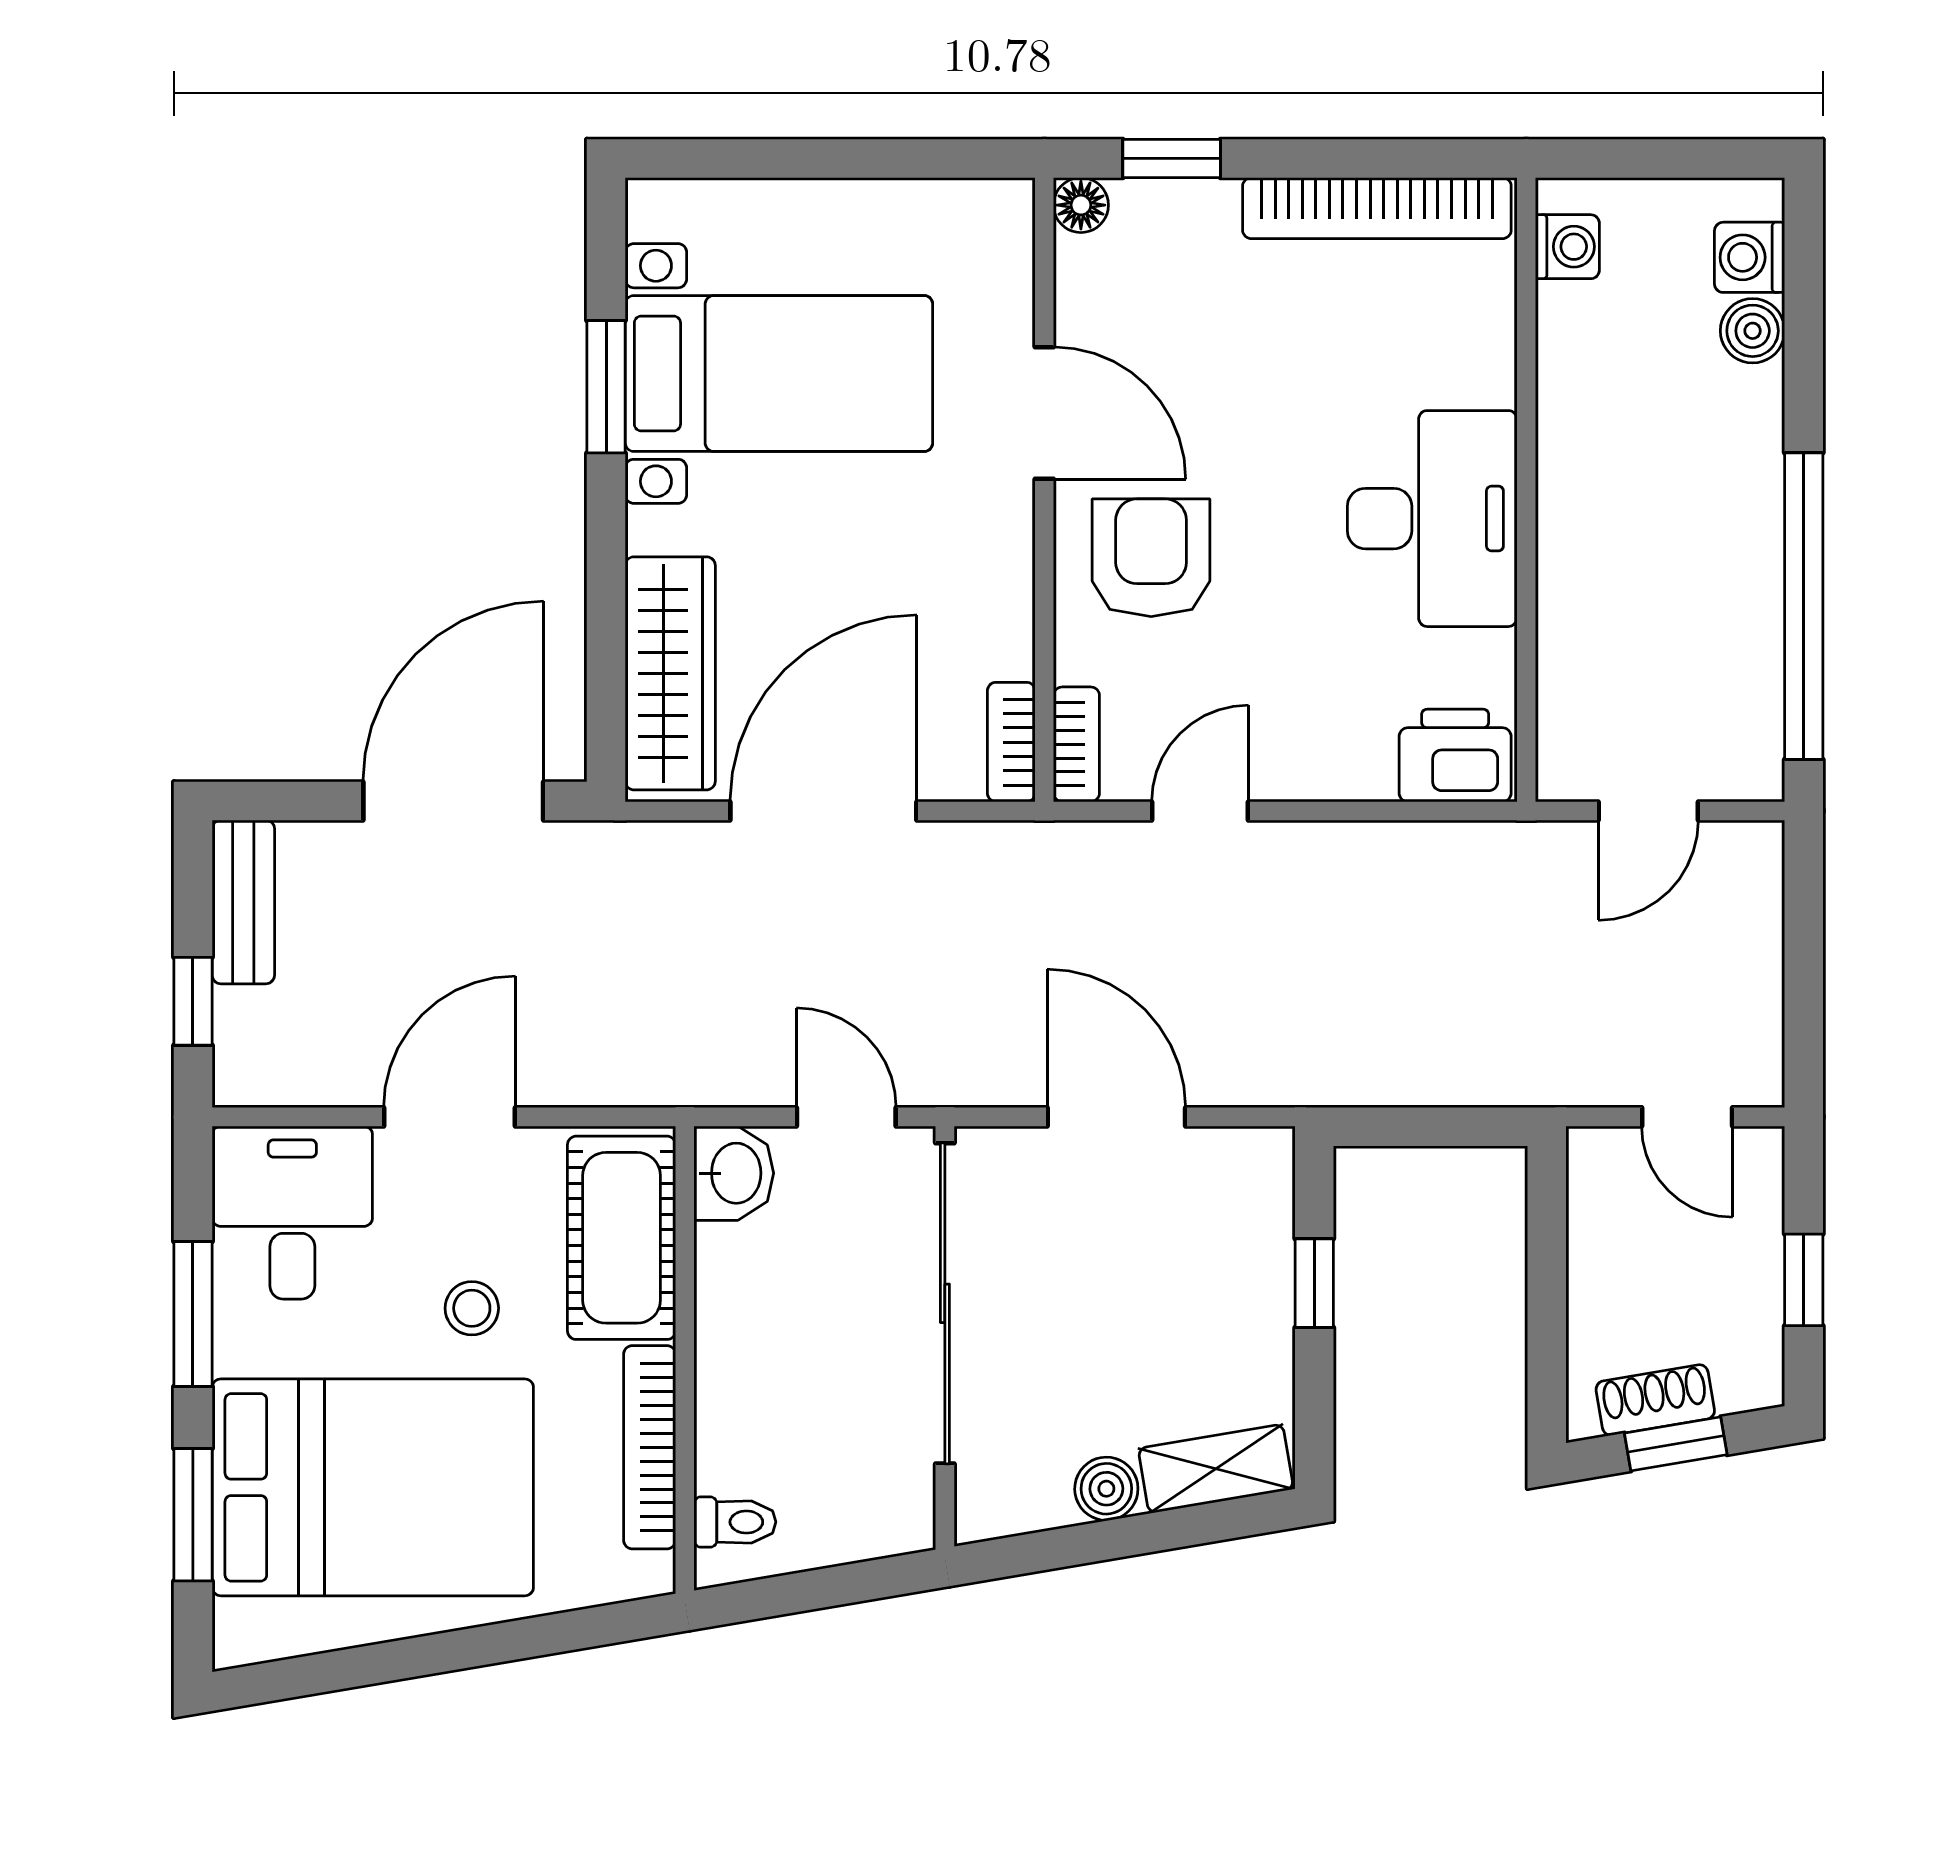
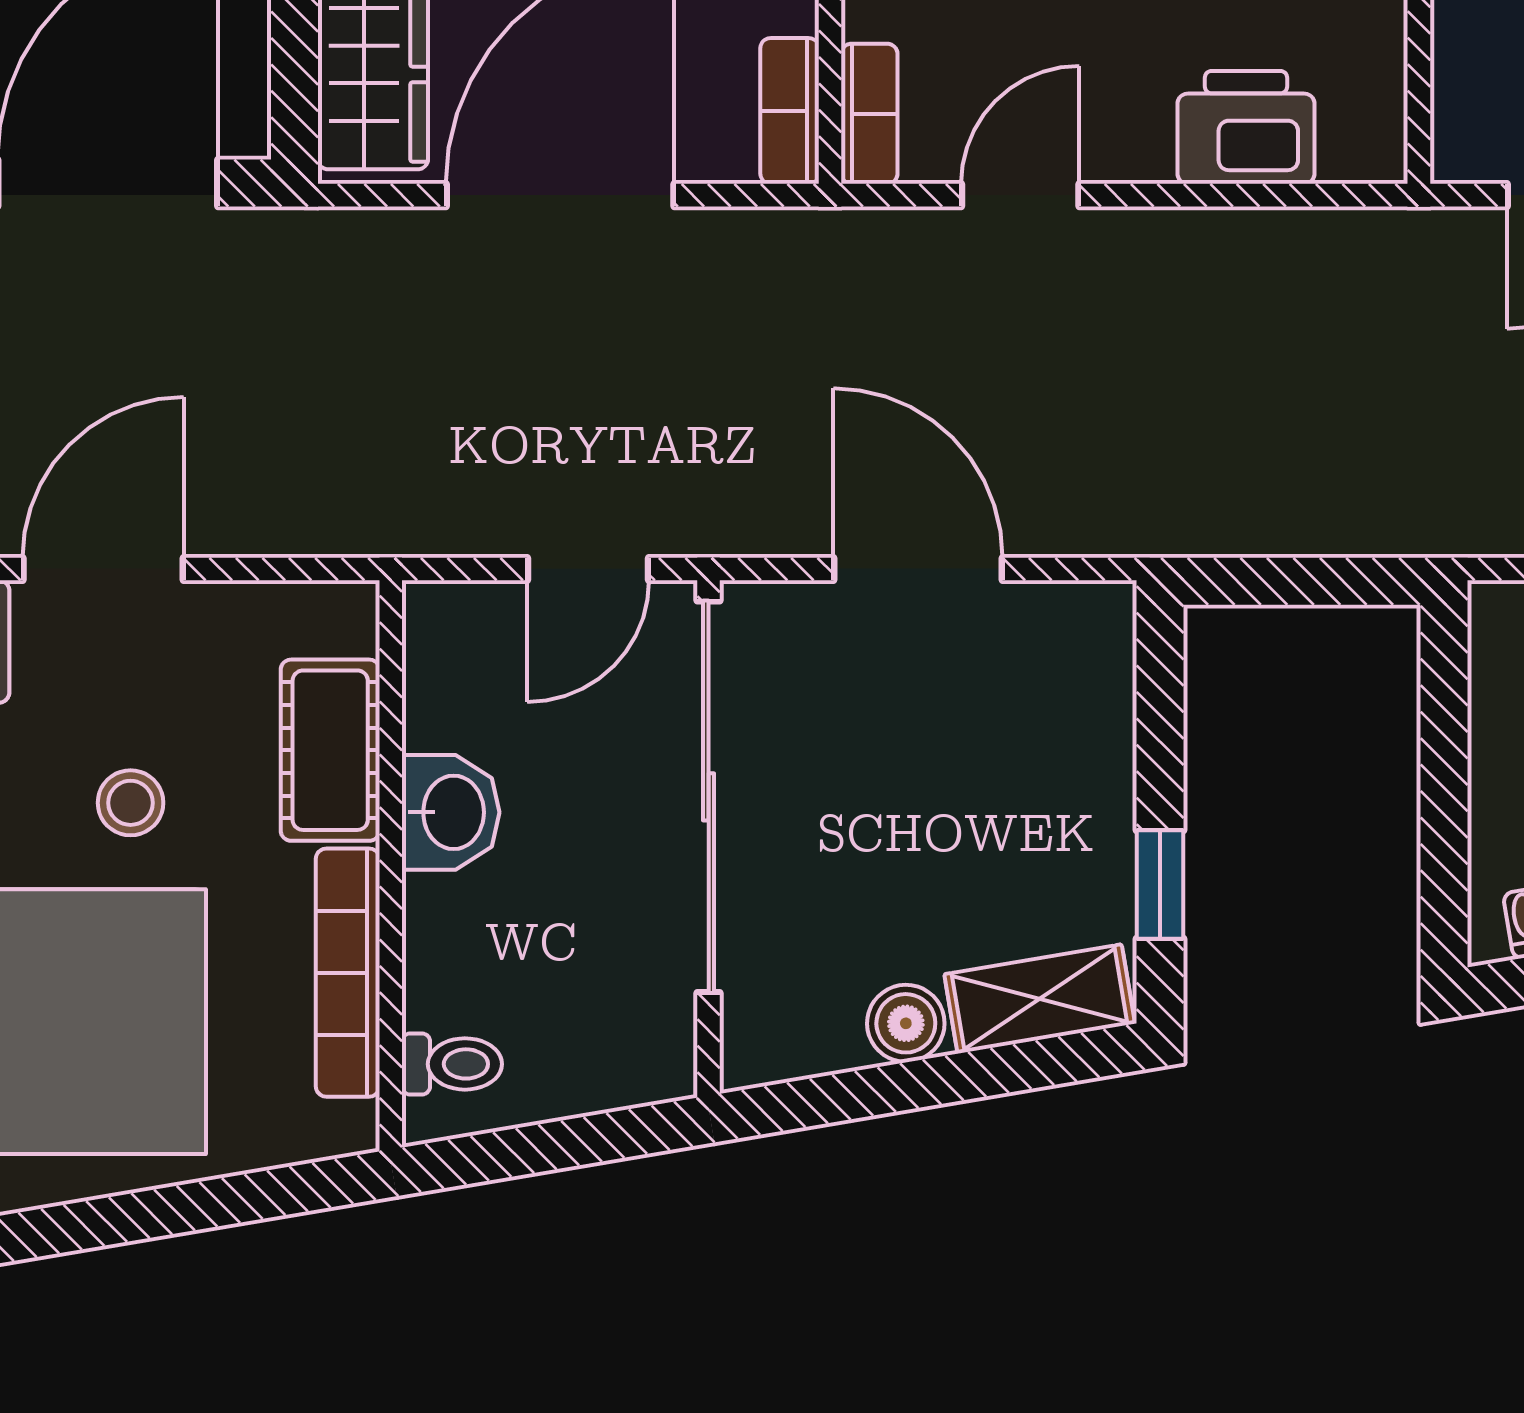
printer: (1455, 755) -> (1246, 127), moved
door: (846, 1117) -> (588, 569), swing flipped
washbasin: (734, 1173) -> (451, 812), moved
cot: (622, 1238) -> (330, 750), width x0.73, depth x0.75
window: (1314, 1283) -> (1160, 885), moved

